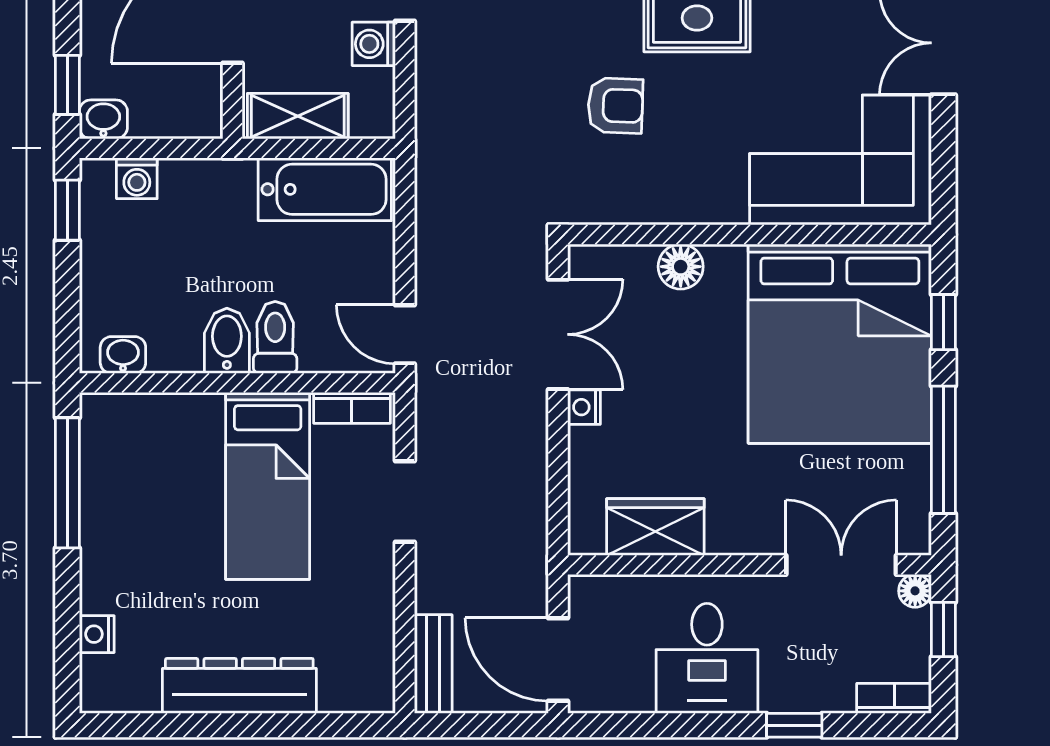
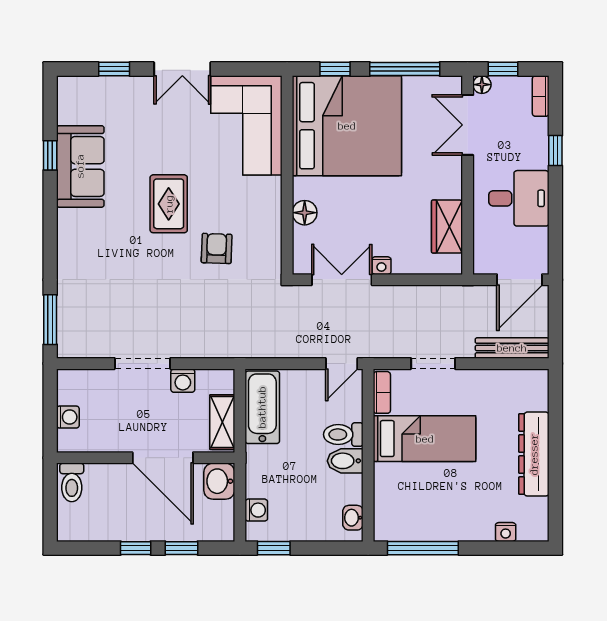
window: (67, 85) -> (181, 548), moved
washbasin: (103, 119) -> (219, 481), moved, width x1.38, depth x1.45
bench: (433, 664) -> (512, 348), width x1.36

